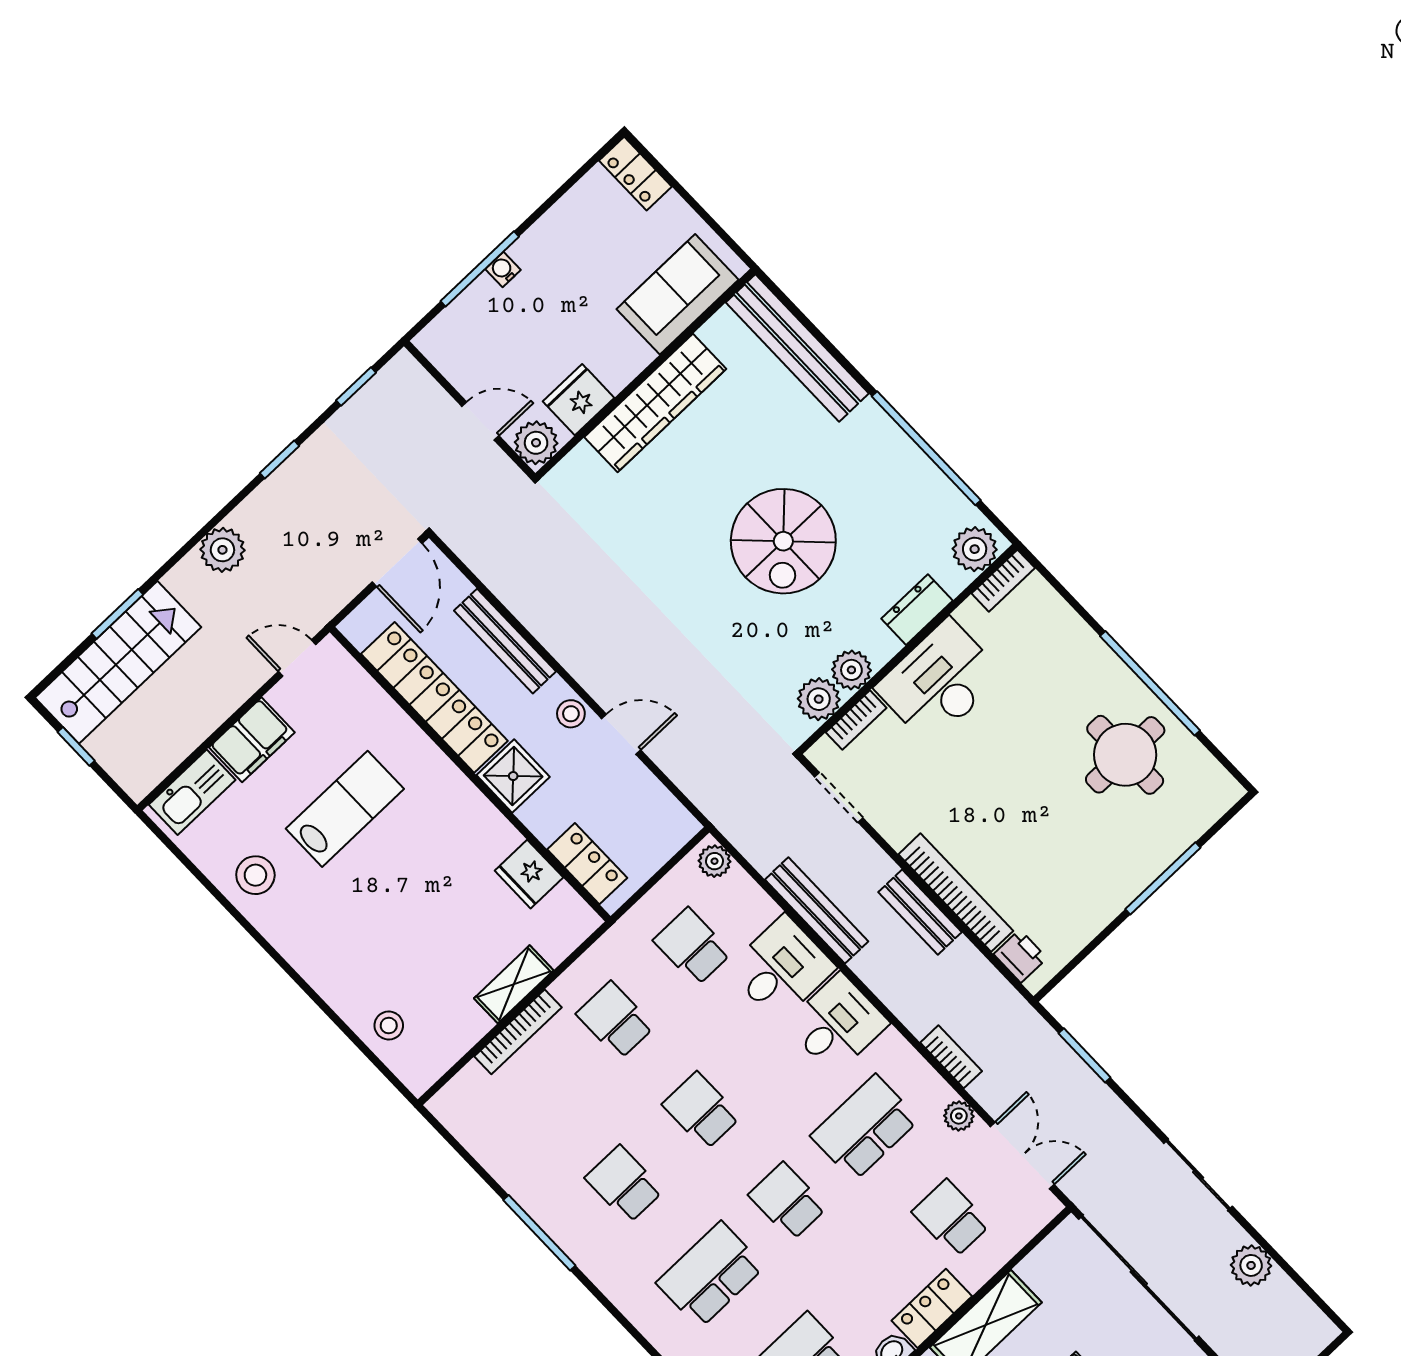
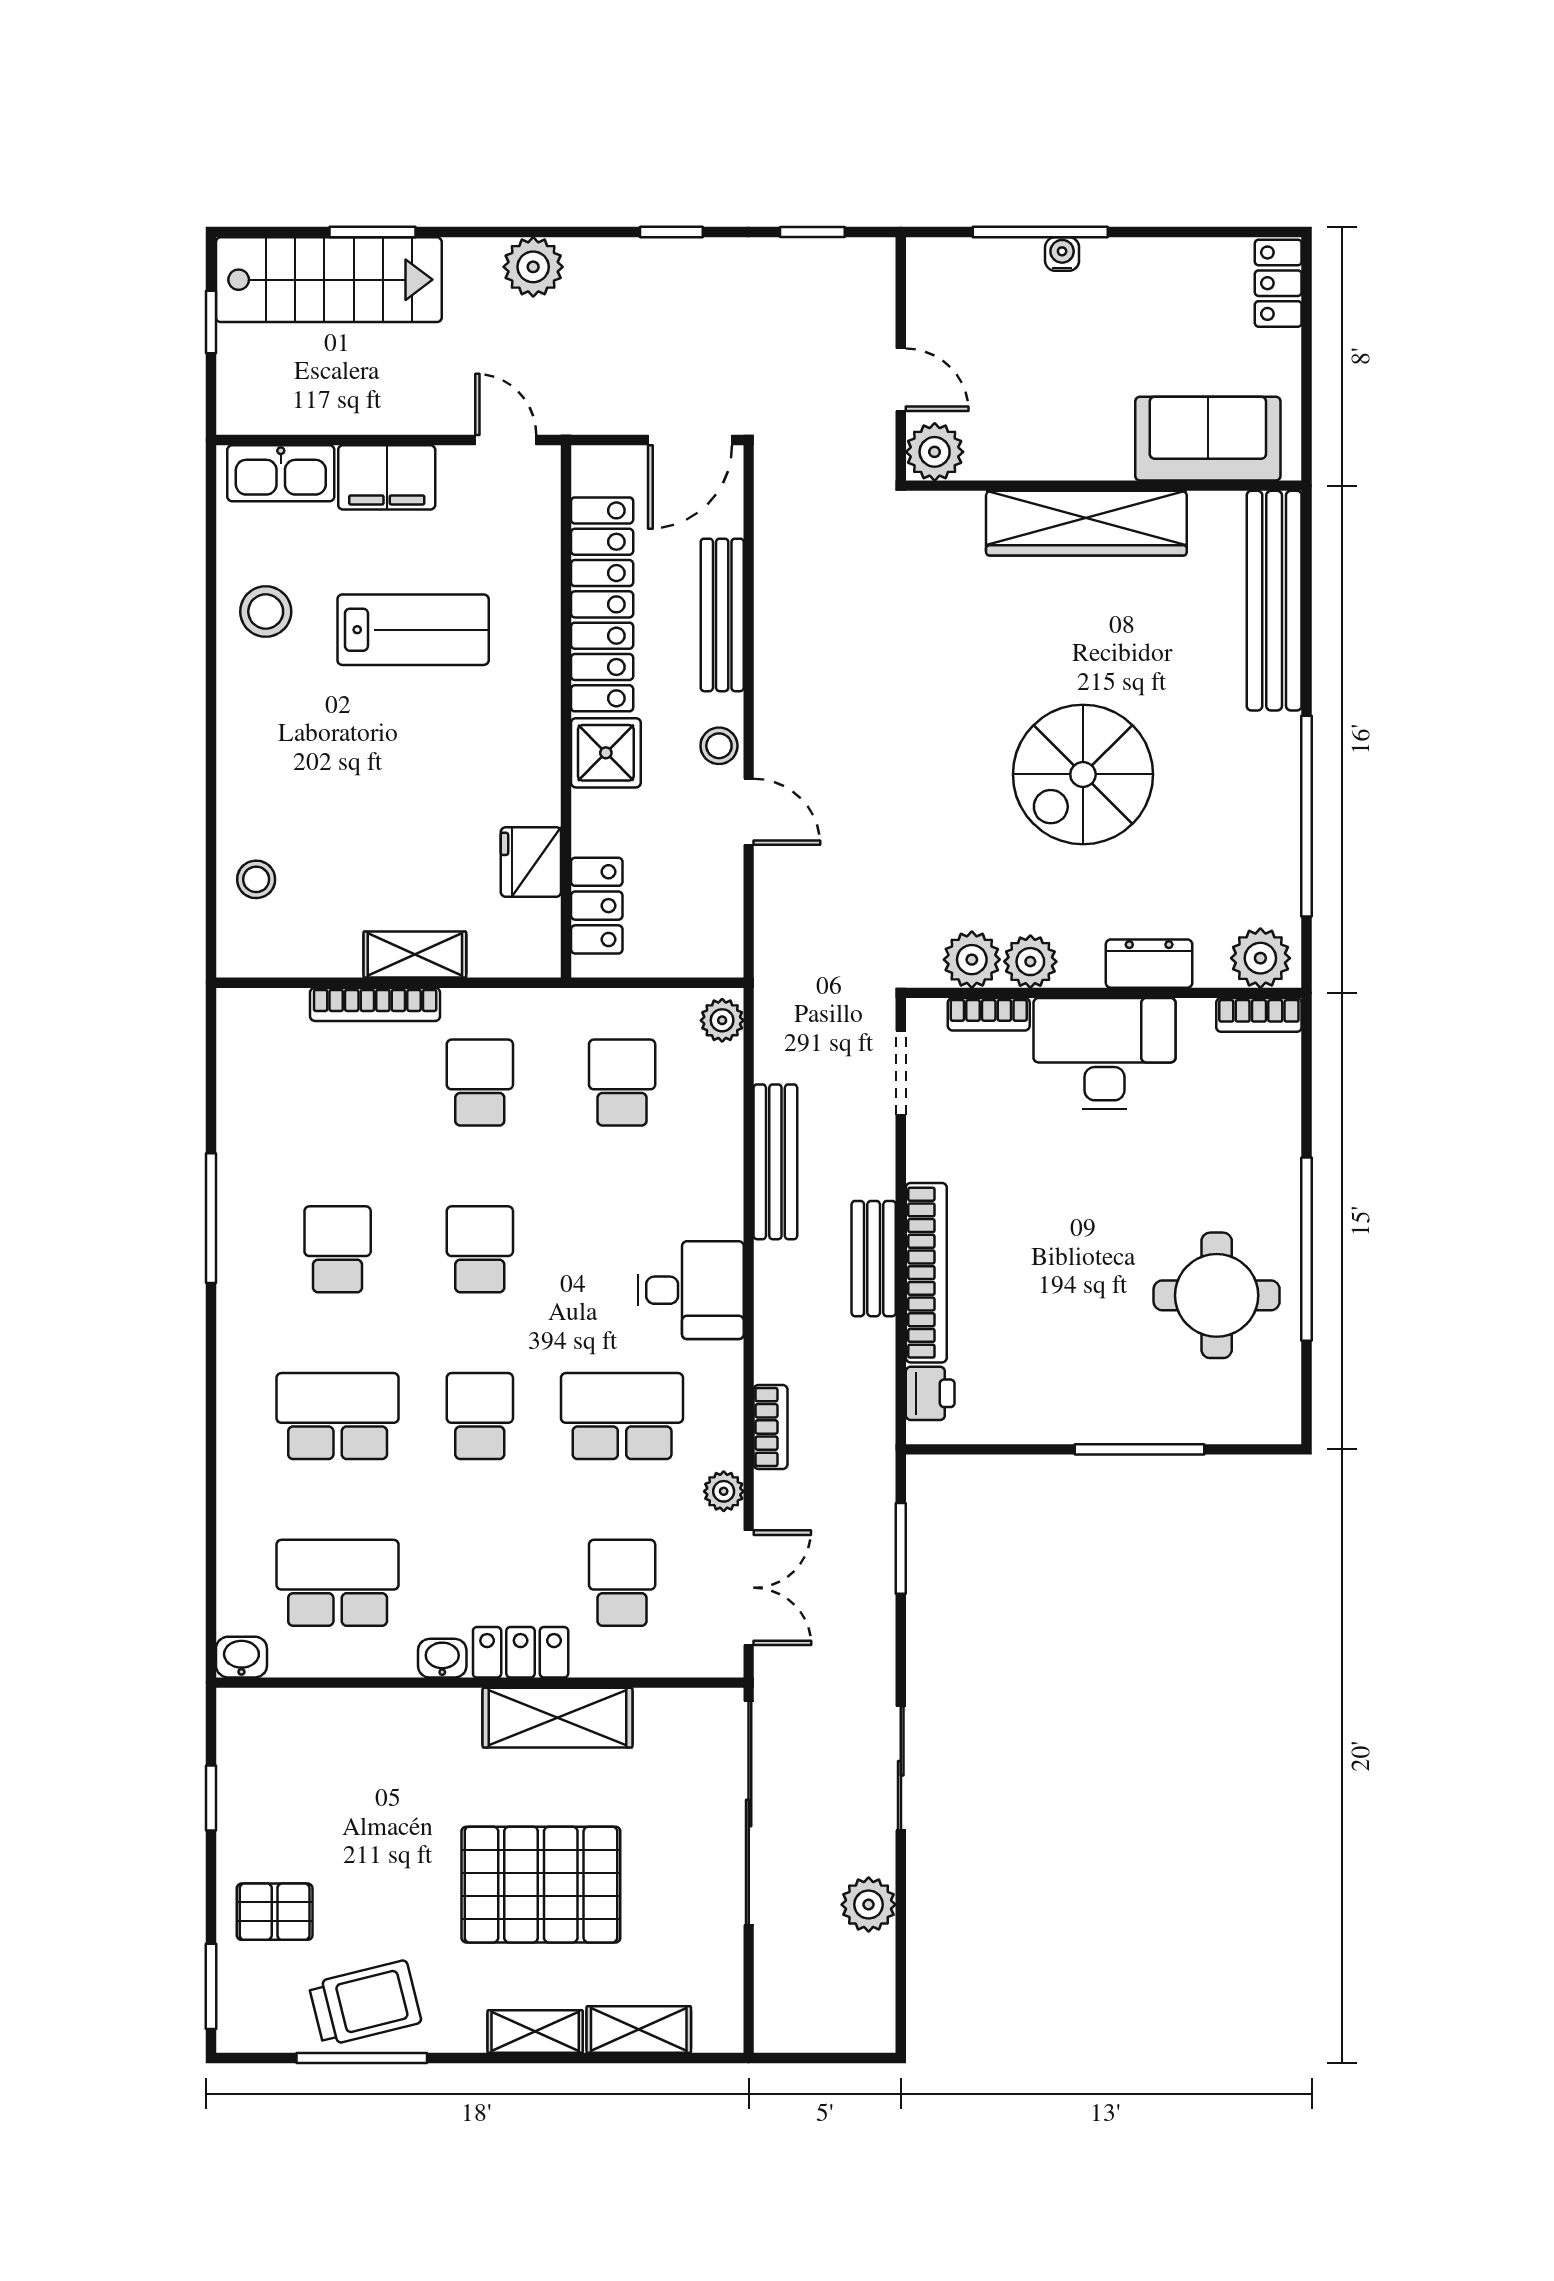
fridge: (579, 400) -> (1015, 449), removed
desk: (781, 968) -> (688, 1185), removed

